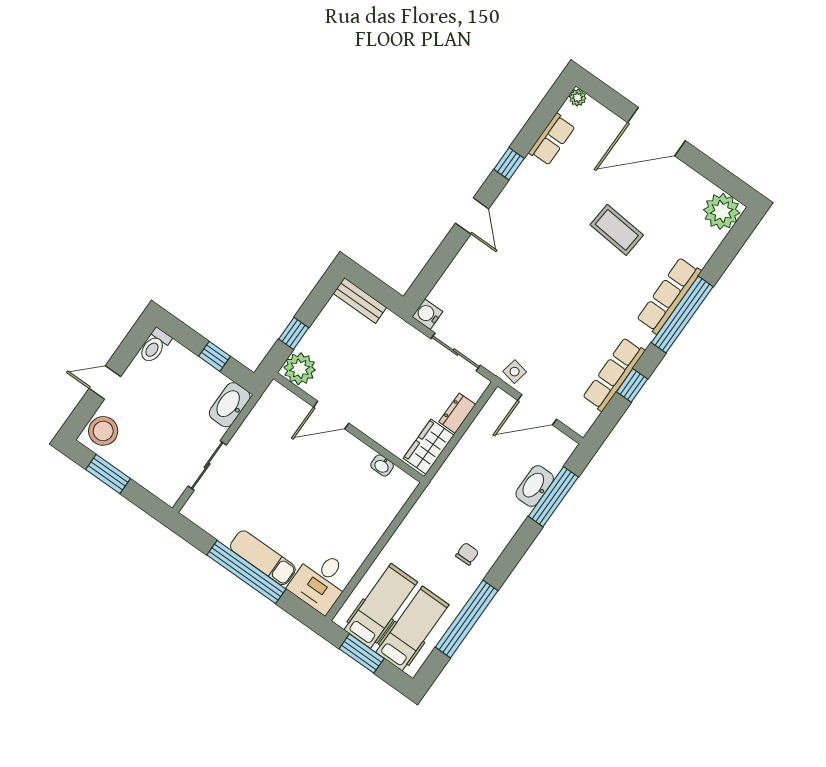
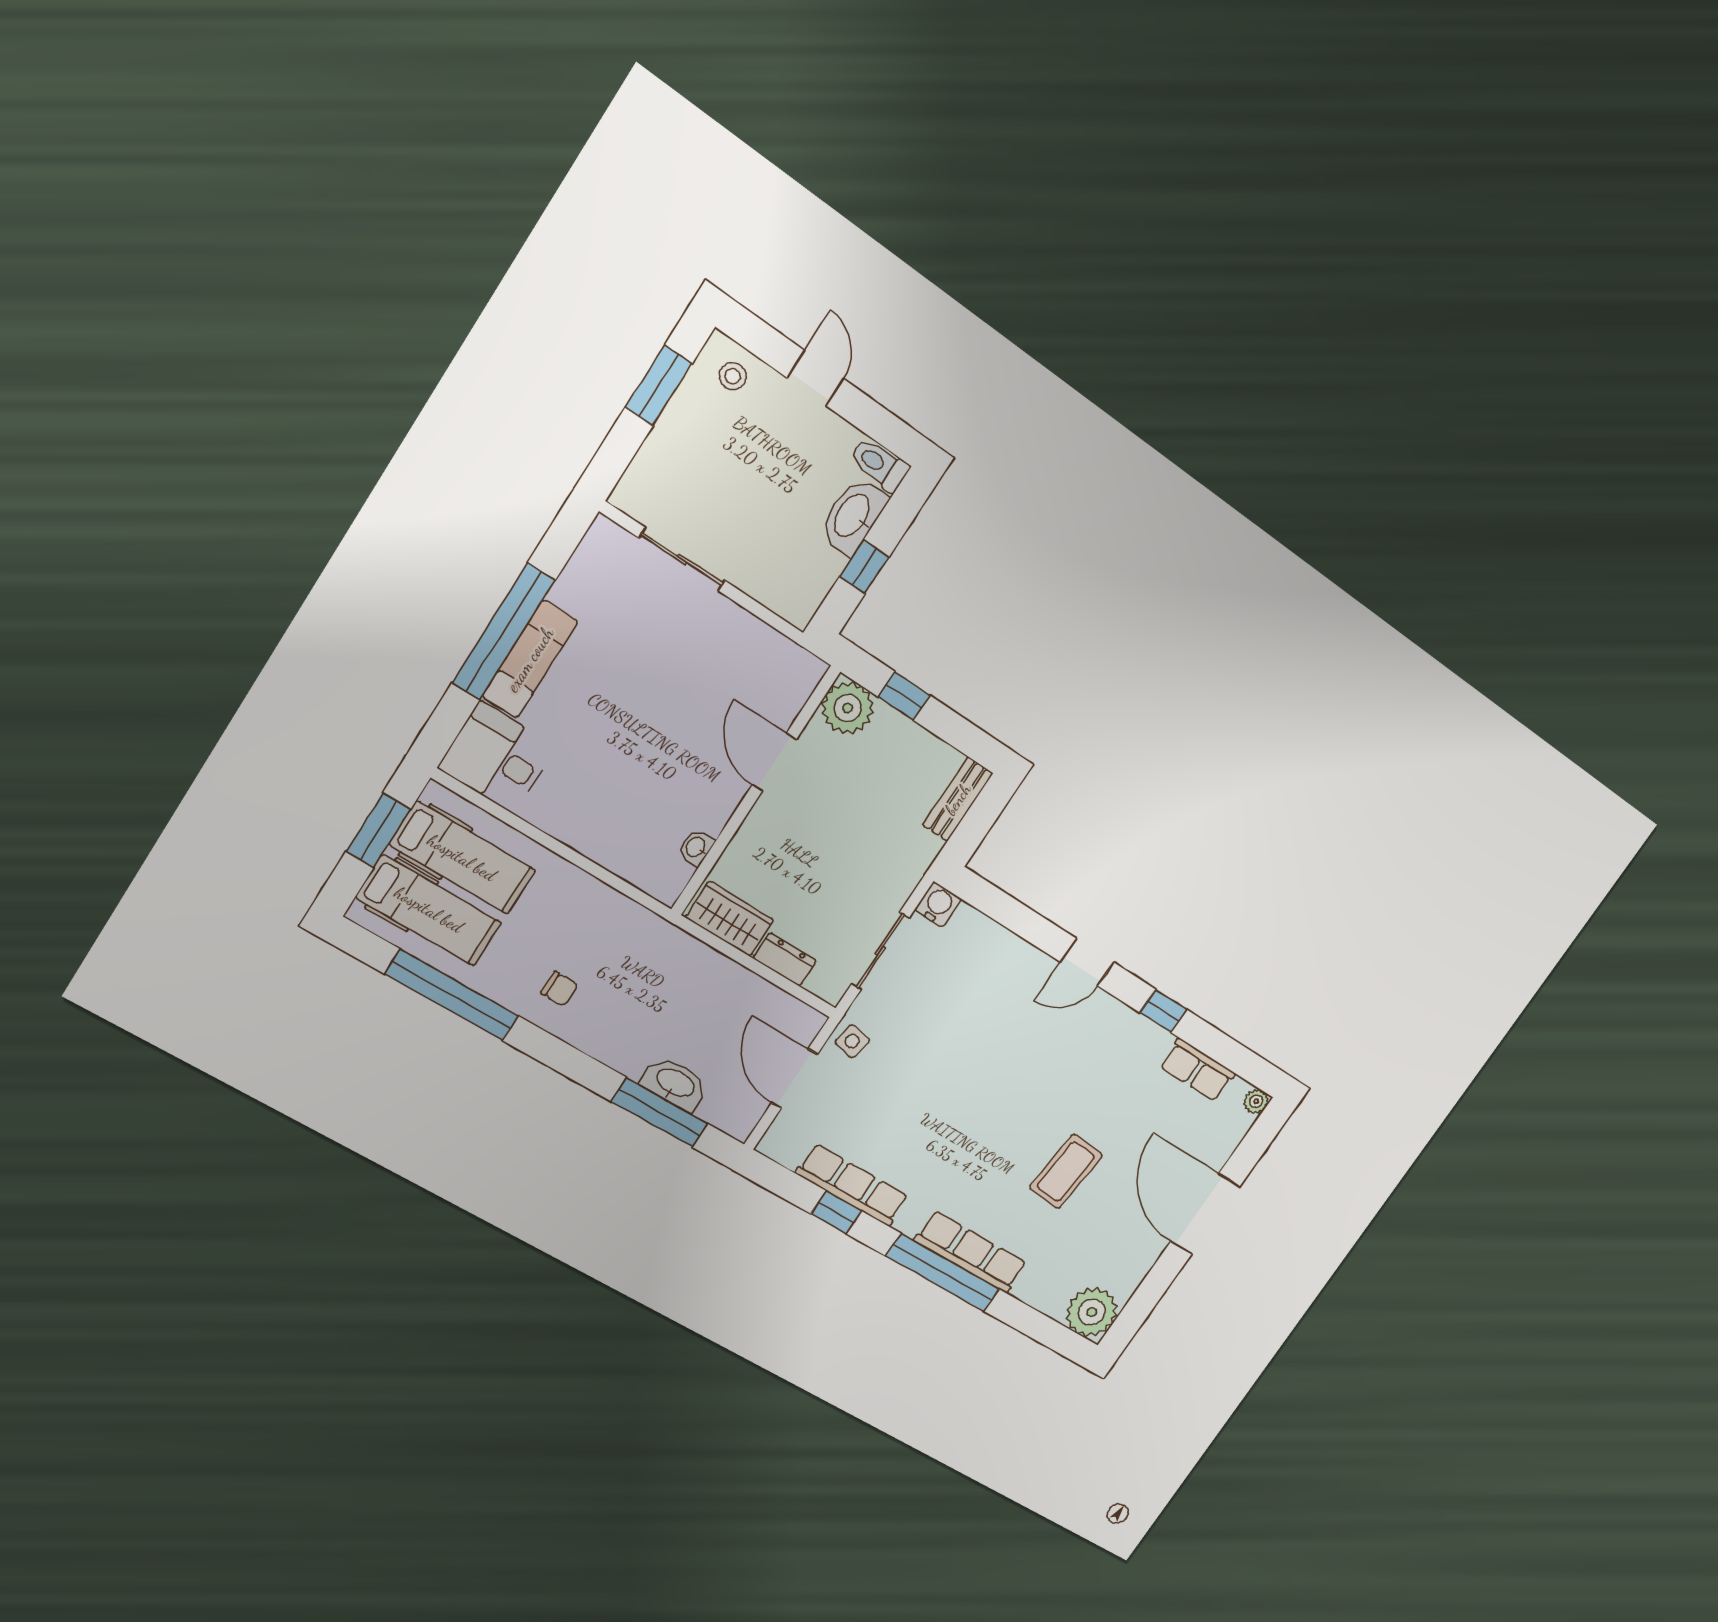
washbasin: (230, 405) -> (853, 516), moved, turned -90
stool: (103, 431) -> (733, 376), width x0.53, depth x0.53

